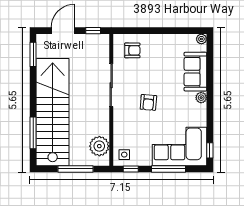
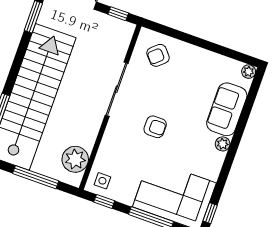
armchair: (132, 50) -> (158, 55), turned 139
armchair: (148, 102) -> (155, 127), turned -95

